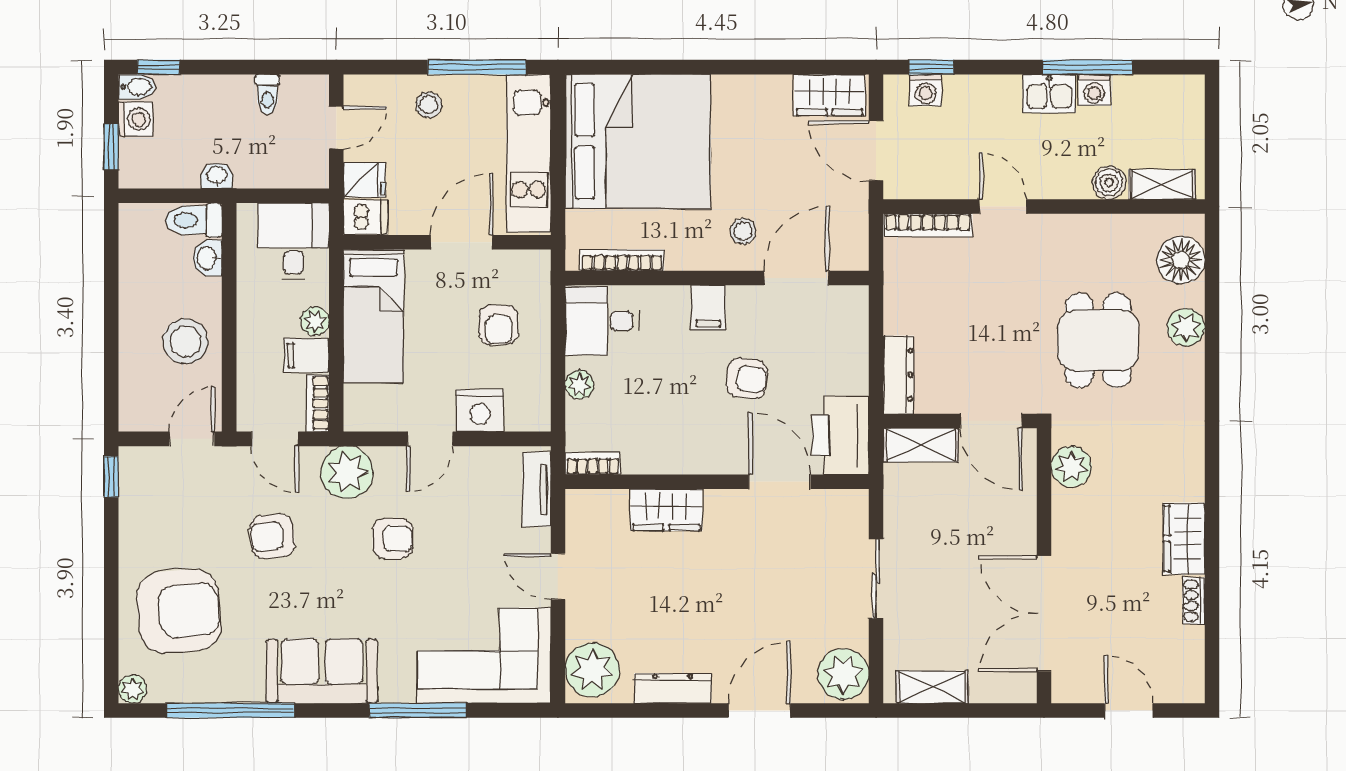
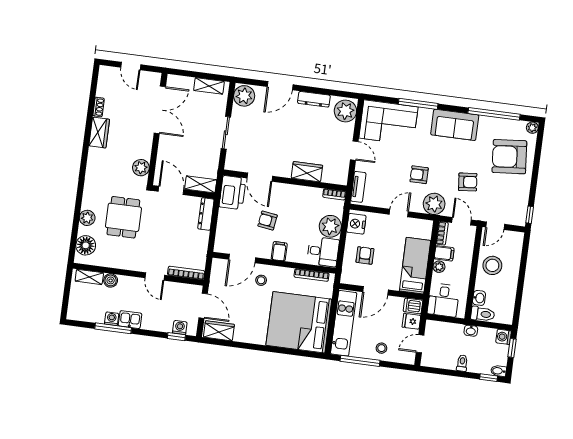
toilet: (267, 94) -> (462, 363), moved
washing machine: (135, 119) -> (504, 337), moved
plant: (579, 385) -> (330, 226), width x1.88, depth x1.88
nightstand: (480, 411) -> (356, 224), moved, turned -90

